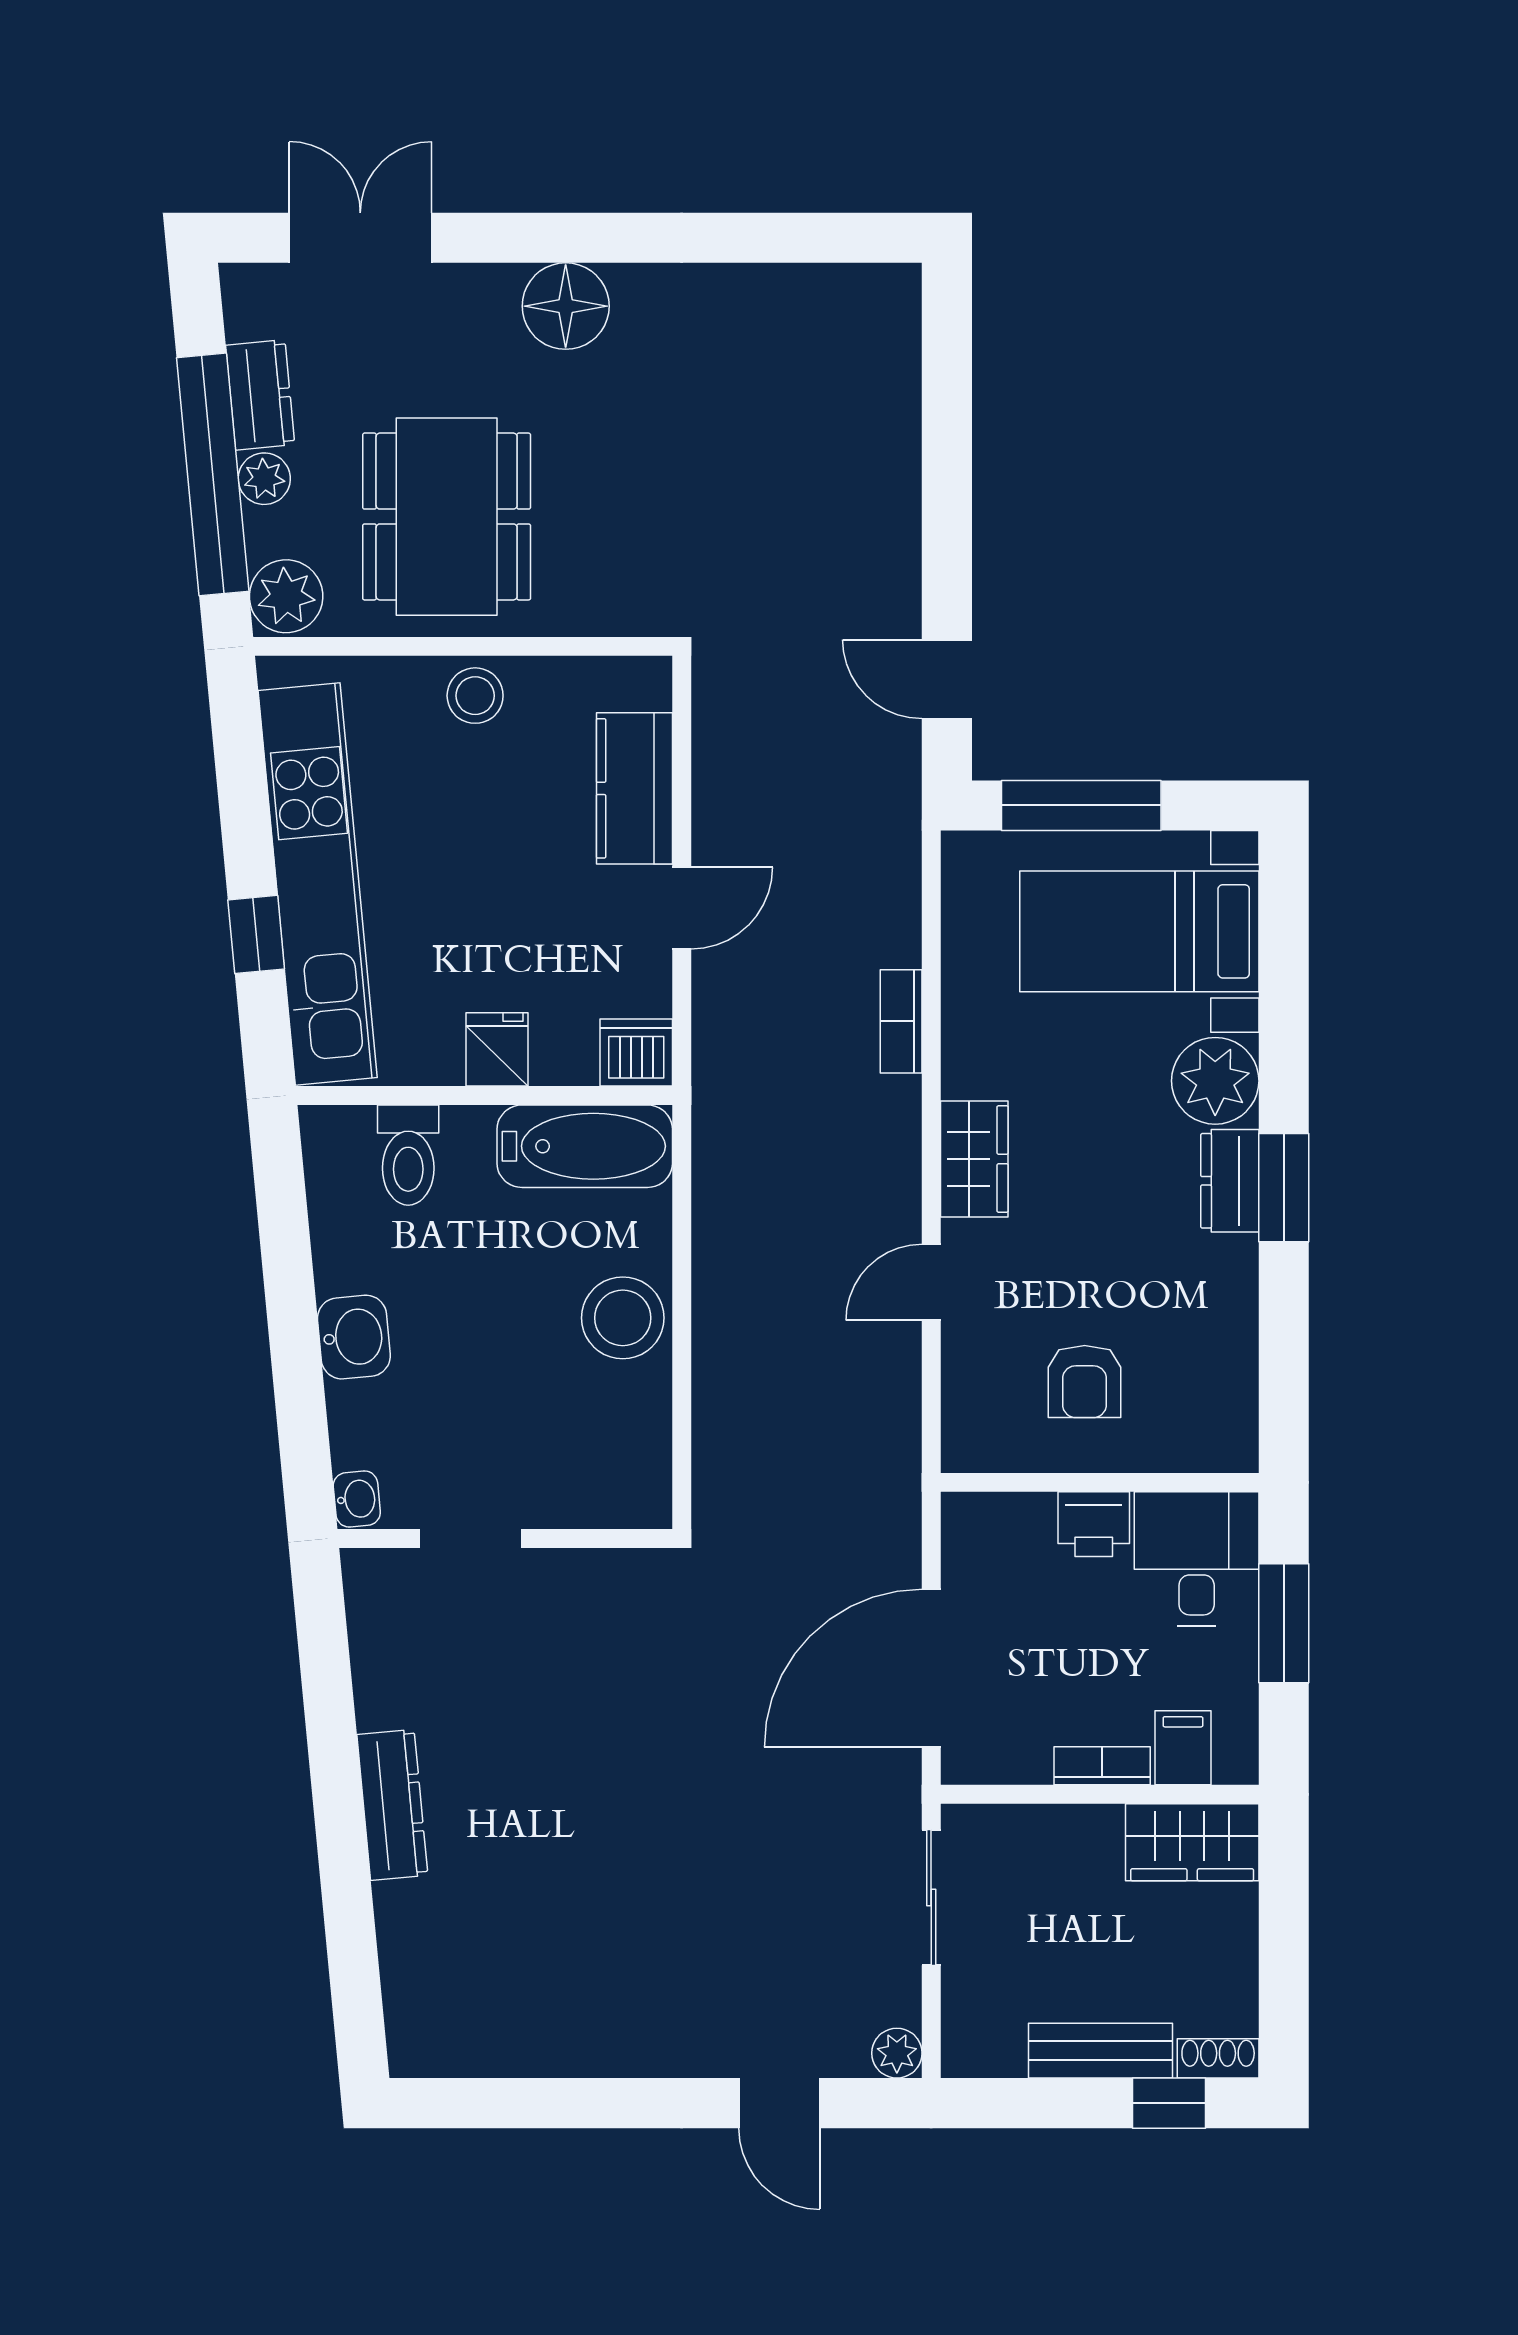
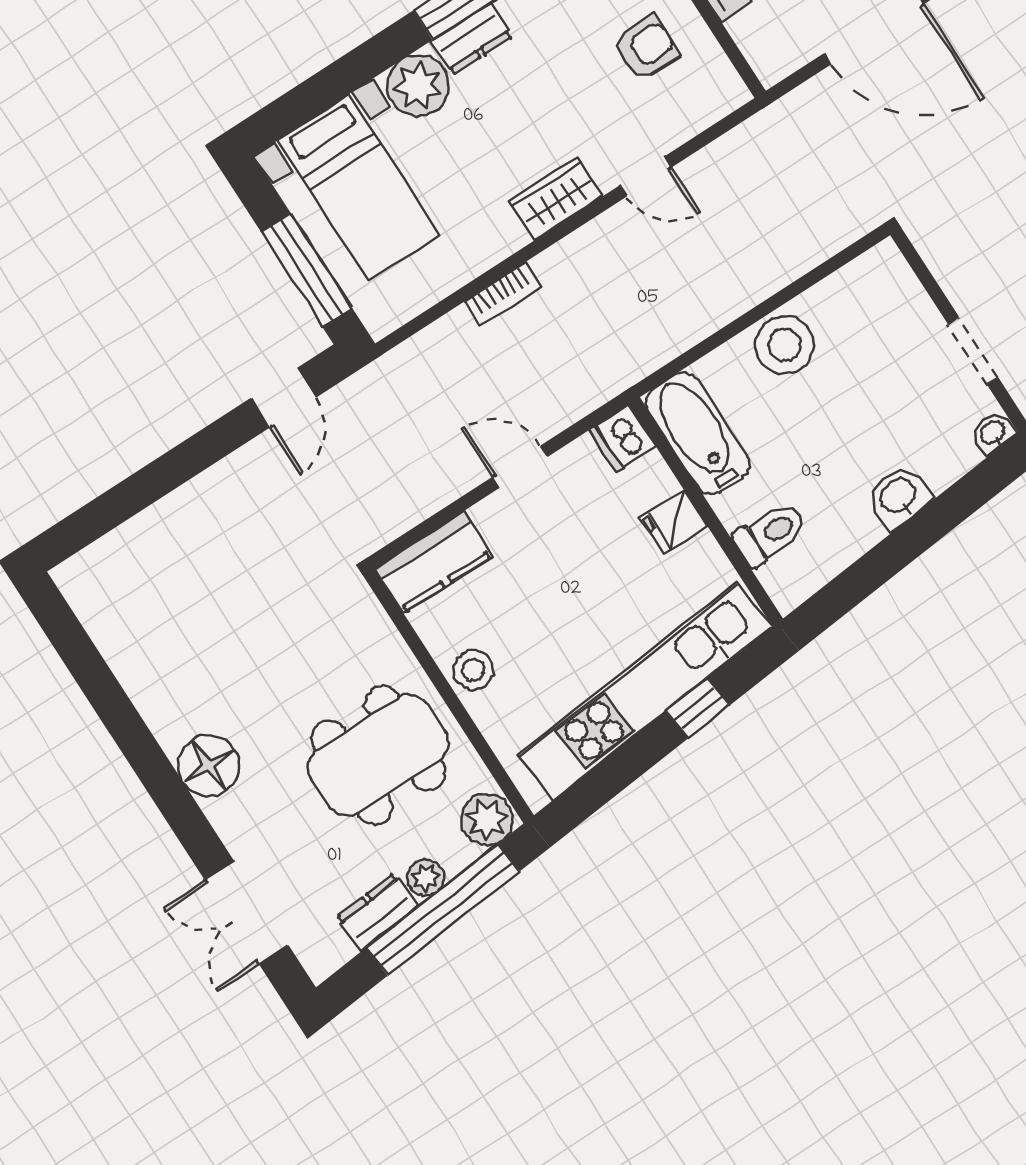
kitchen counter: (634, 788) -> (434, 562), moved

